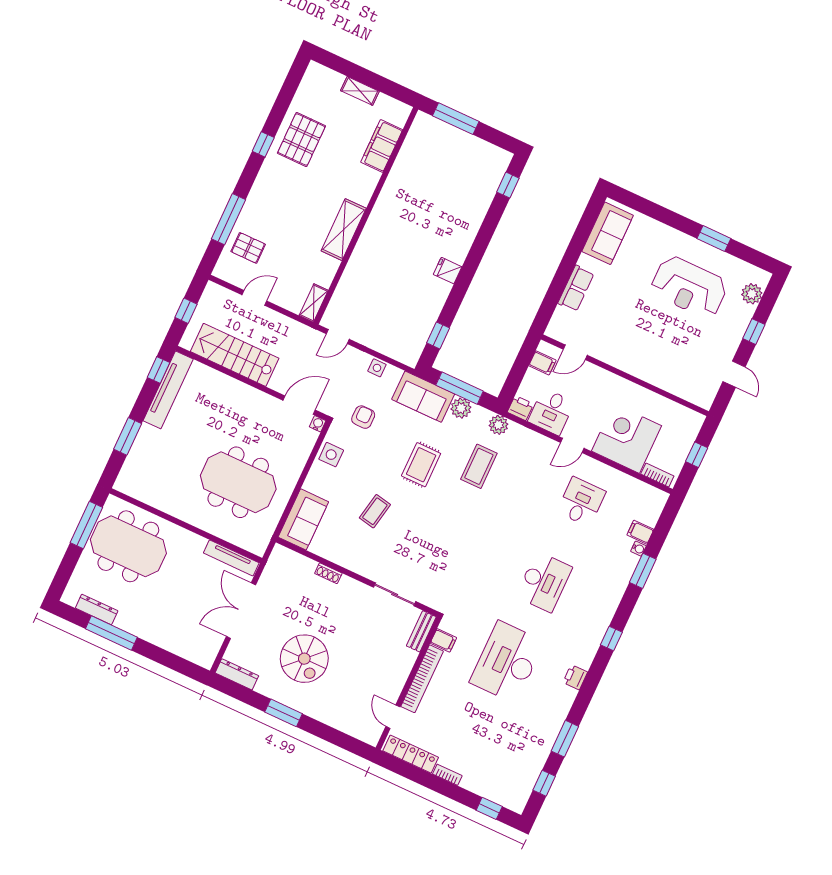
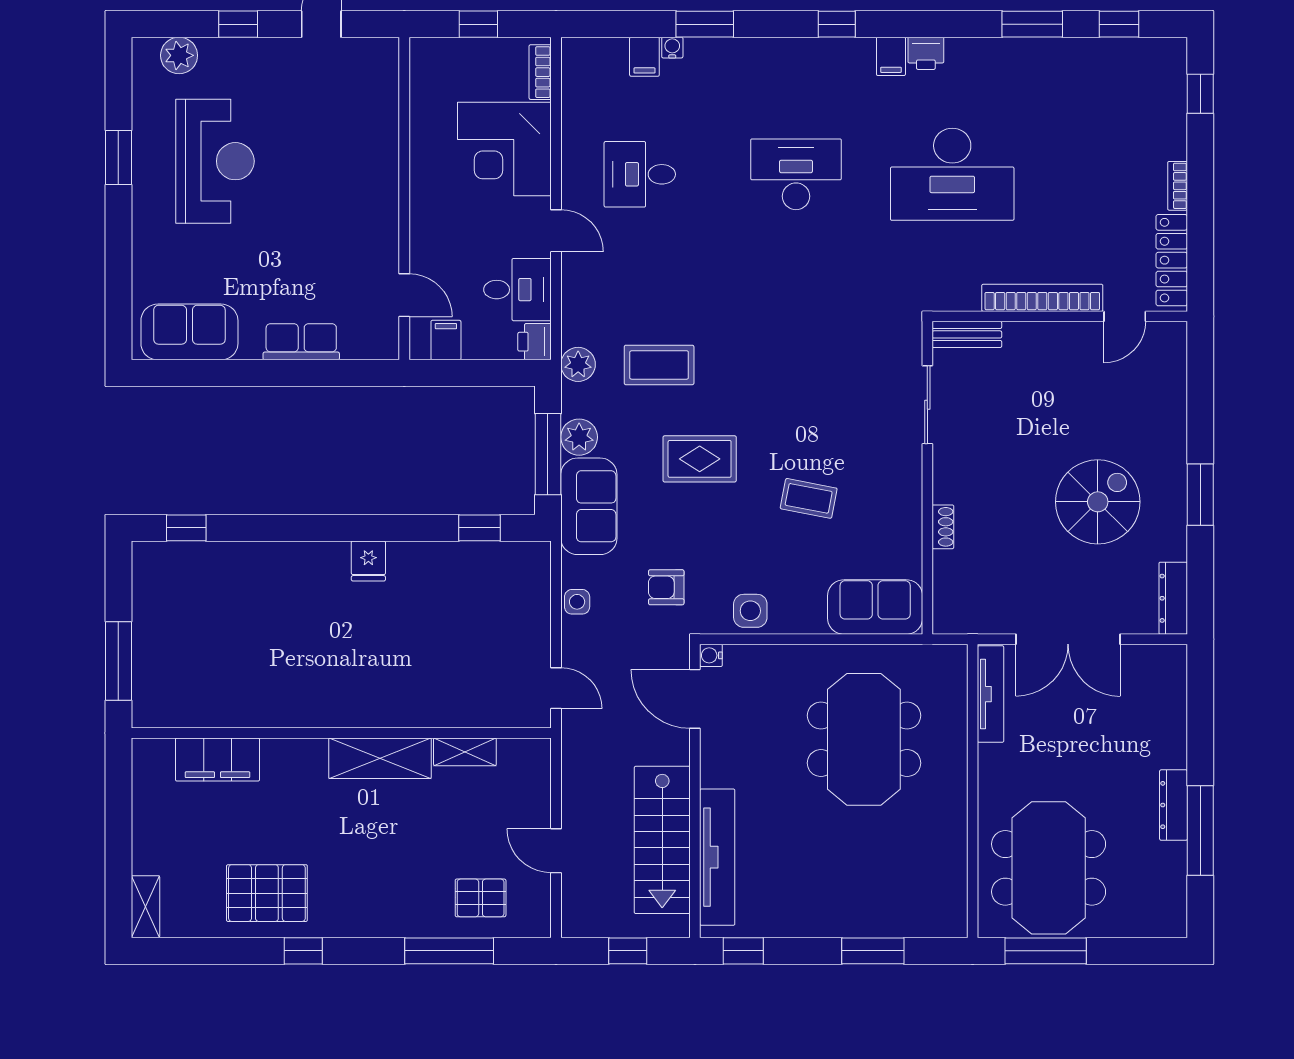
shelving: (360, 91) -> (145, 907), moved
pallet: (248, 248) -> (481, 898), turned 90
shelving: (314, 303) -> (465, 752), moved
tv unit: (168, 390) -> (717, 857), moved, turned 90
dresser: (97, 609) -> (1174, 805), moved
filing cabinet: (443, 640) -> (891, 56), moved, turned 180

